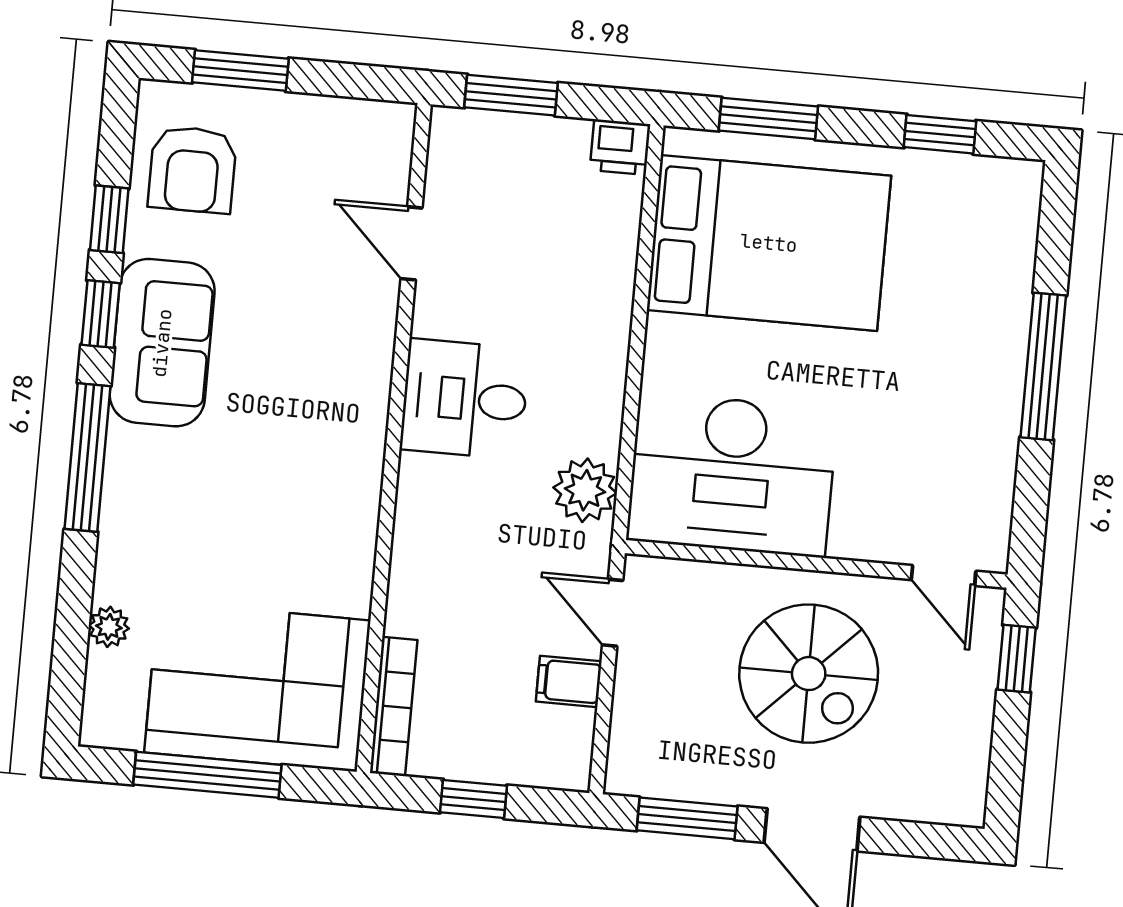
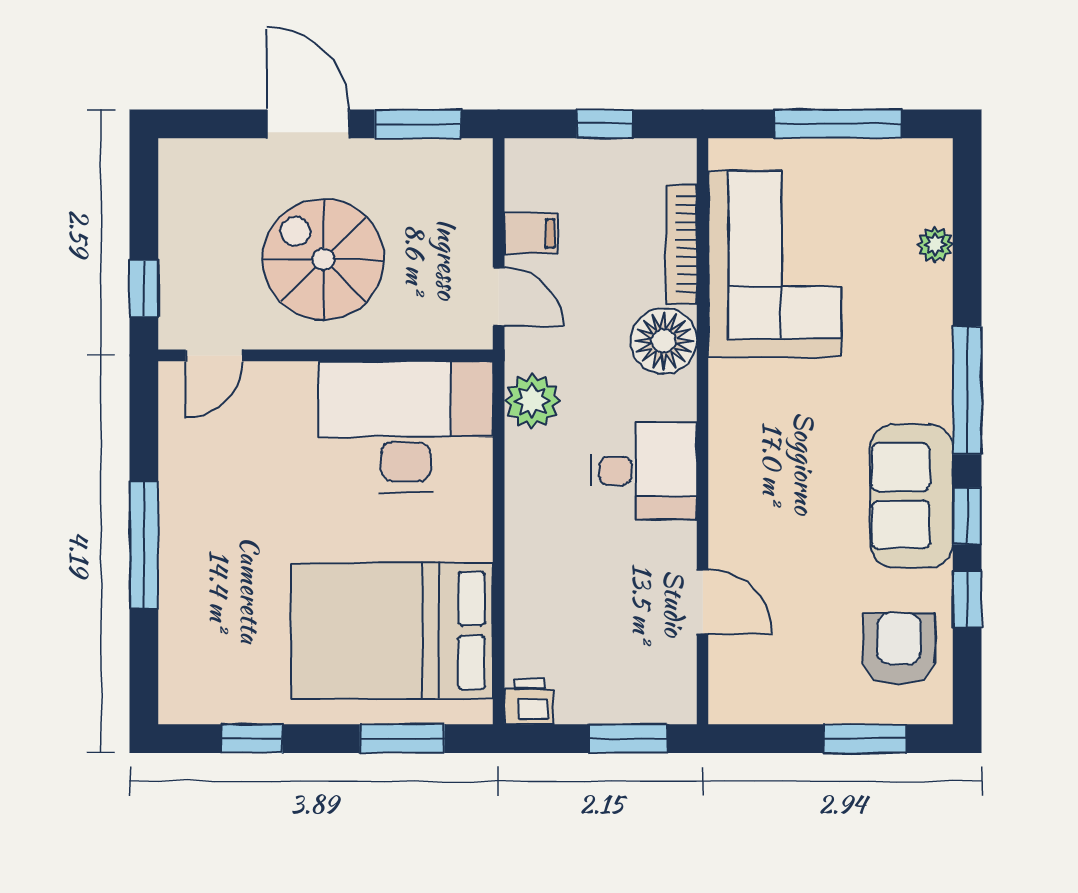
floor lamp: (429, 545) -> (664, 341), added
door: (944, 575) -> (214, 355), swing flipped
corner sofa: (257, 686) -> (775, 264), moved, turned -90
bookcase: (394, 706) -> (682, 244), moved

